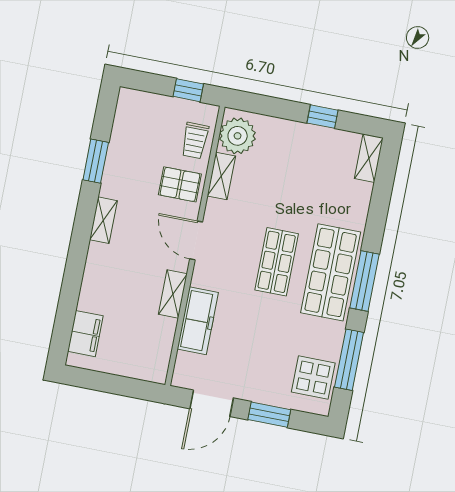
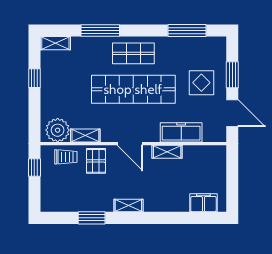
door: (196, 240) -> (130, 144), hinge flipped
shop shelf: (277, 262) -> (133, 89), width x2.00, depth x1.36
shop shelf: (331, 272) -> (133, 53), width x0.70, depth x0.74
window: (364, 281) -> (100, 31), moved
display table: (313, 378) -> (201, 83), moved

